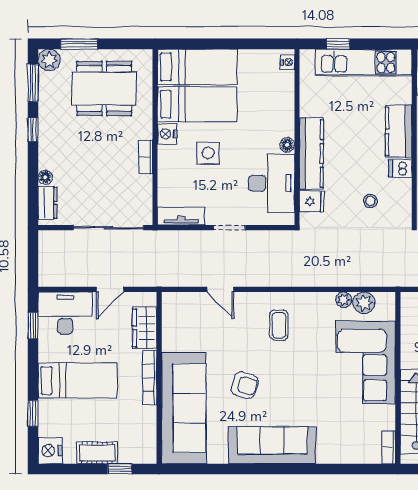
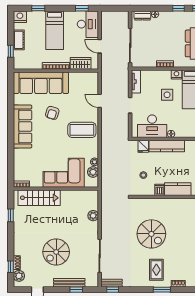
door: (220, 289) -> (100, 101), hinge flipped
coffee table: (279, 325) -> (82, 130), width x1.86, depth x1.72

